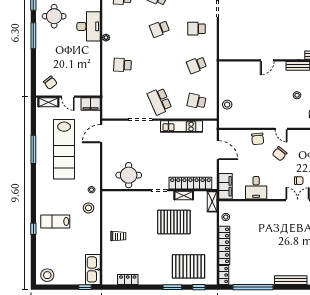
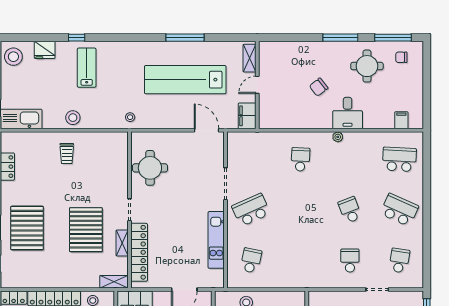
desk: (89, 26) -> (348, 113), width x0.73
school desk: (197, 65) -> (300, 261), removed
chair: (50, 83) -> (319, 87), moved
stool: (88, 208) -> (73, 118), moved
fridge: (42, 252) -> (45, 50), added
pallet: (188, 266) -> (27, 228), moved

